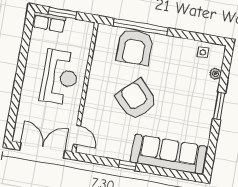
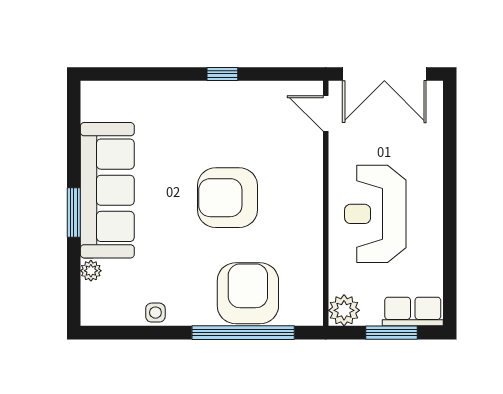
plant: (85, 29) -> (344, 310), added
side table: (203, 52) -> (155, 313), moved
armchair: (136, 100) -> (227, 198), turned 134
sofa: (169, 154) -> (107, 190), moved, turned -90

